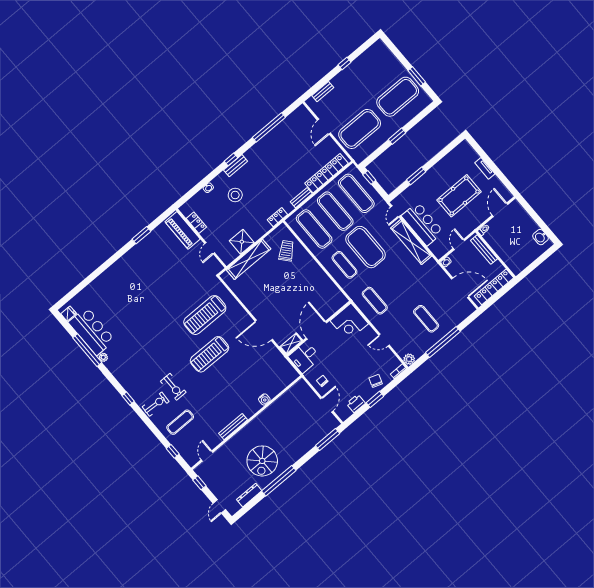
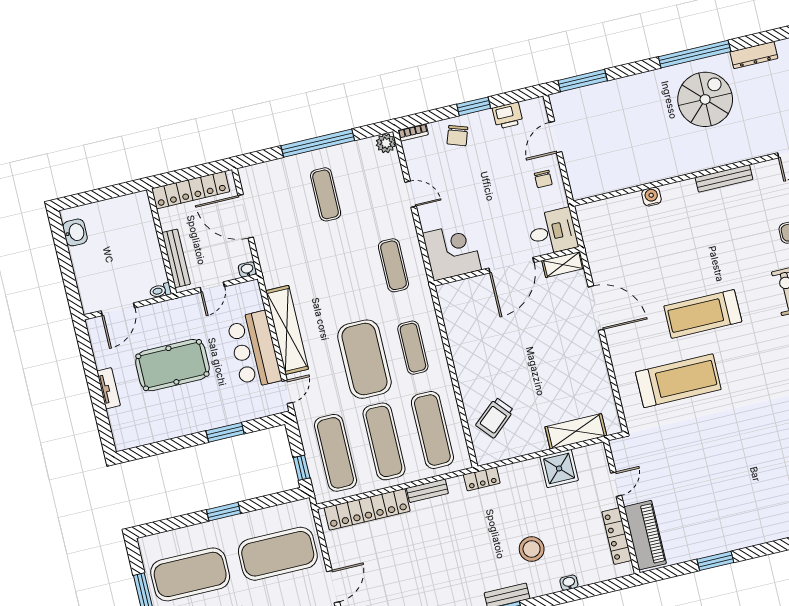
locker: (196, 223) -> (617, 536), width x1.53
shelving: (249, 259) -> (576, 431), width x0.68
treadmill: (210, 354) -> (703, 314), turned 180

